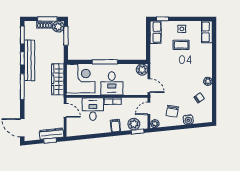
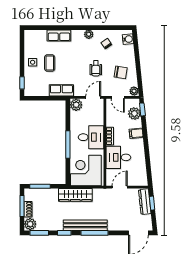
plant: (58, 27) -> (30, 224), moved
row of seats: (156, 32) -> (61, 90), moved
row of seats: (207, 32) -> (59, 35), moved
bench: (29, 60) -> (85, 225), moved
wardrobe: (58, 79) -> (75, 195), moved
wheelchair: (176, 88) -> (96, 68), added
water cooler: (188, 120) -> (128, 39), moved

